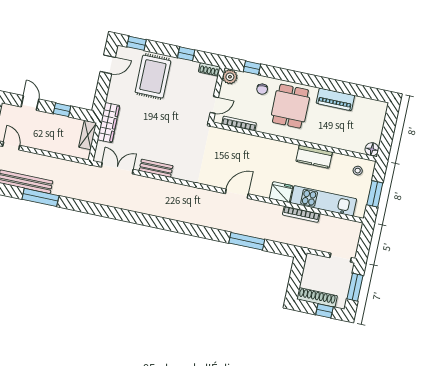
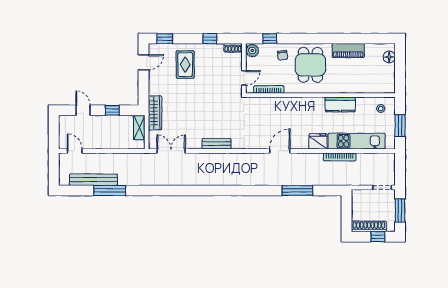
rug: (153, 77) -> (185, 65), width x0.73, depth x0.70
floor lamp: (372, 149) -> (389, 57), moved
bench: (156, 168) -> (217, 144), moved

